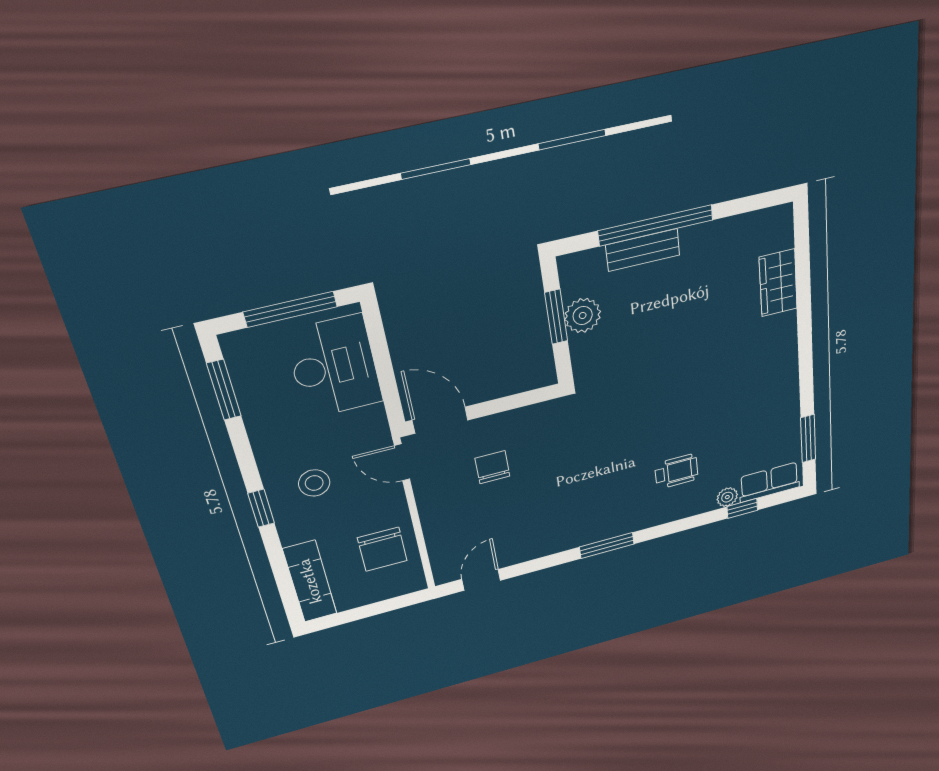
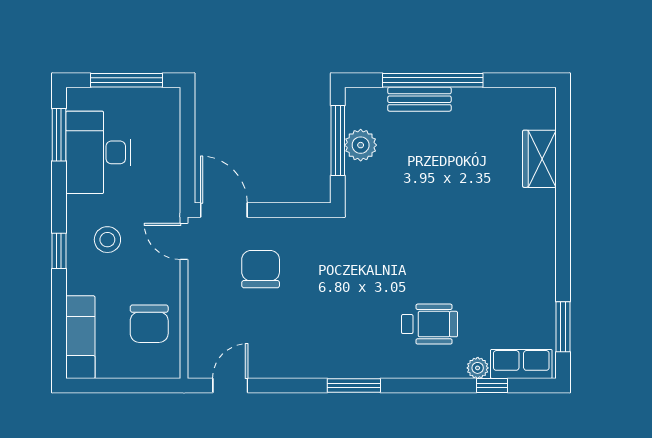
window: (556, 317) -> (338, 141), width x1.44
desk: (334, 367) -> (98, 152), moved, turned 180
chair: (492, 467) -> (261, 269), width x1.37, depth x1.37
wheelchair: (676, 471) -> (430, 324), width x1.36, depth x1.37

